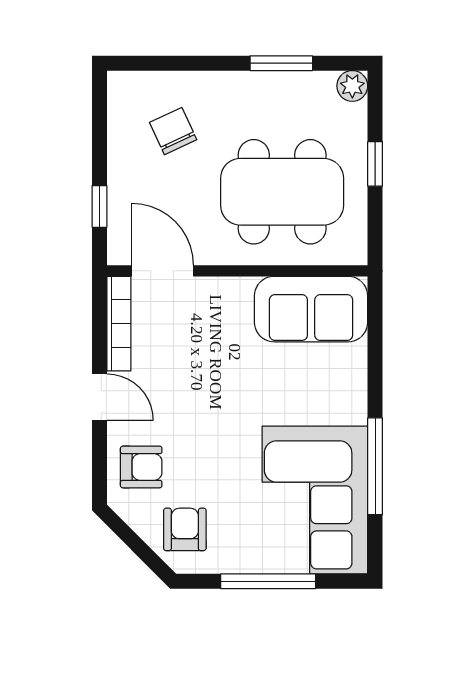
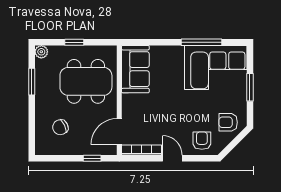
dining table: (282, 192) -> (86, 81), turned 90
door: (99, 397) -> (172, 158), hinge flipped
window: (268, 581) -> (250, 87), width x0.69

